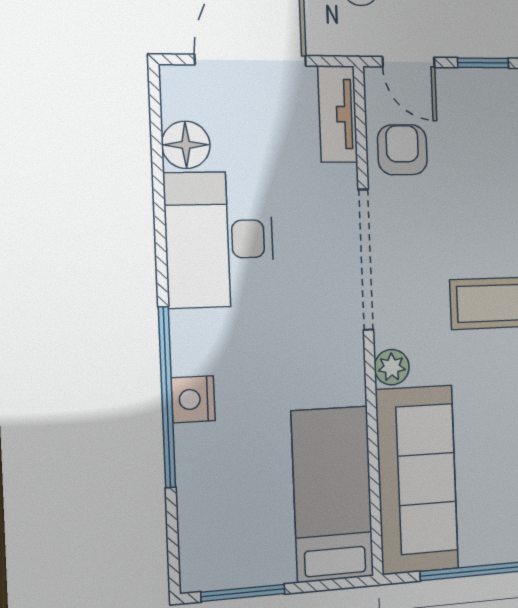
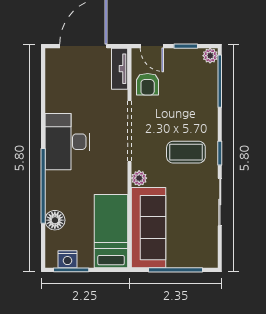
floor lamp: (186, 145) -> (55, 220), moved
armchair: (402, 150) -> (148, 84), turned 180
desk: (219, 240) -> (67, 142), moved
nightstand: (193, 399) -> (67, 259), moved, turned -90

